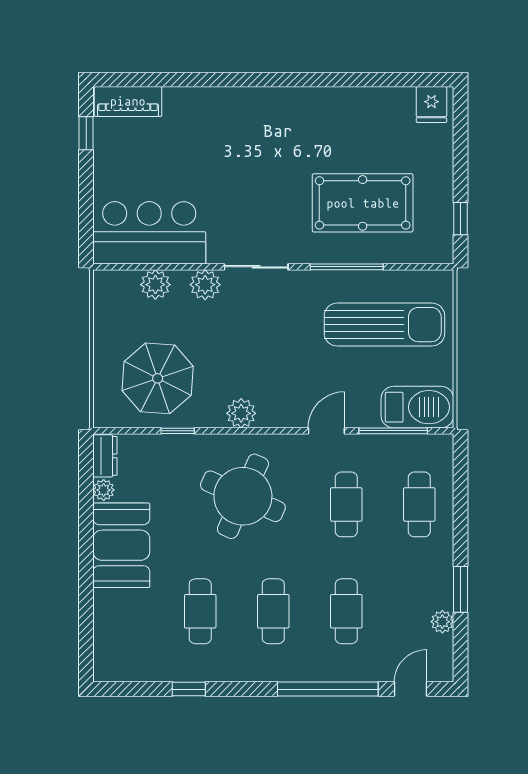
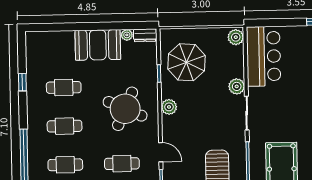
plant: (155, 285) -> (236, 37), moved

